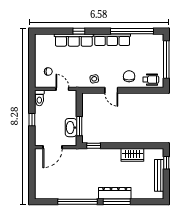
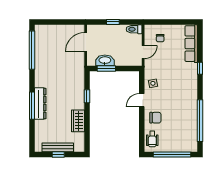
row of seats: (74, 40) -> (191, 44), moved
row of seats: (112, 40) -> (192, 101), removed
window: (94, 146) -> (87, 96), moved
door: (53, 147) -> (86, 42), hinge flipped
window: (166, 163) -> (58, 154), moved
window: (78, 202) -> (32, 50), moved

